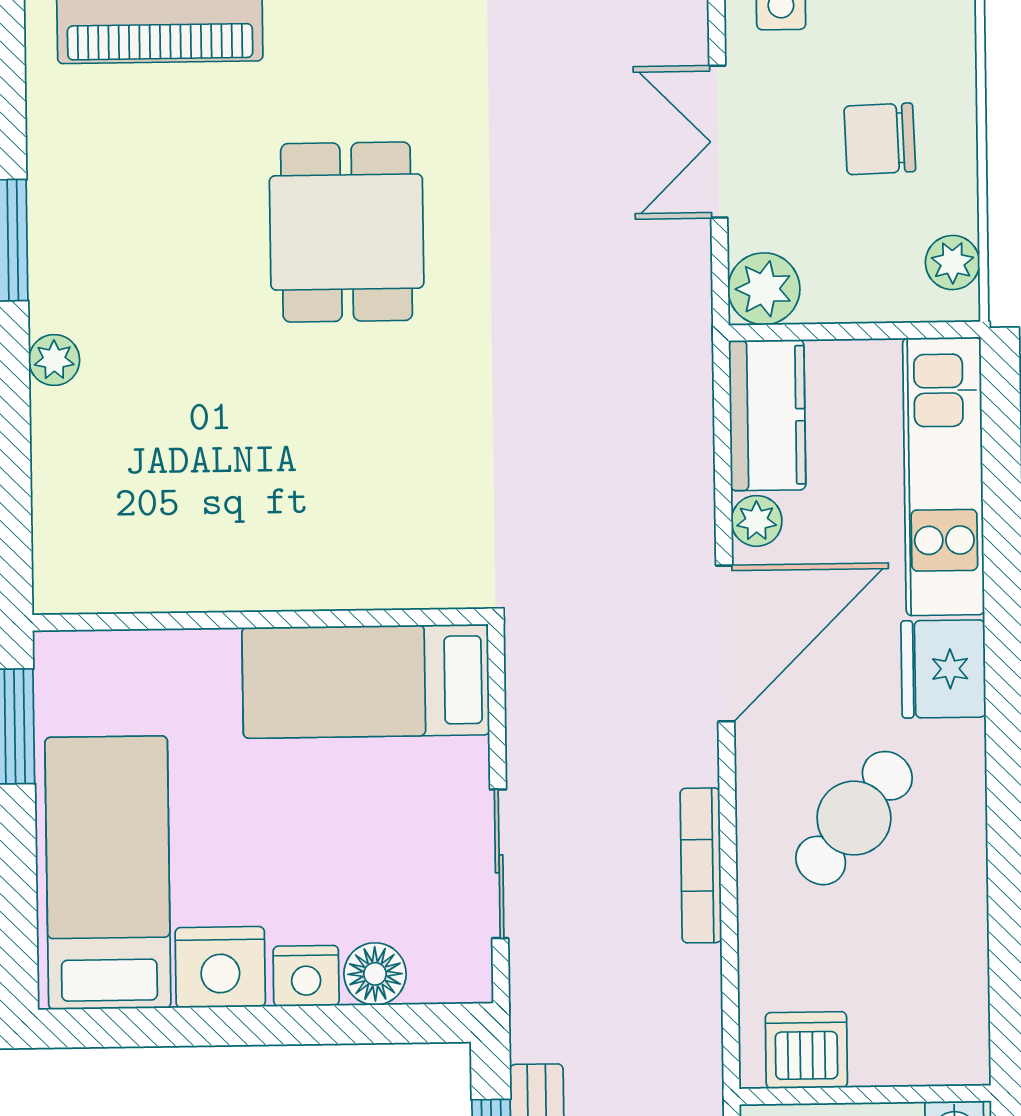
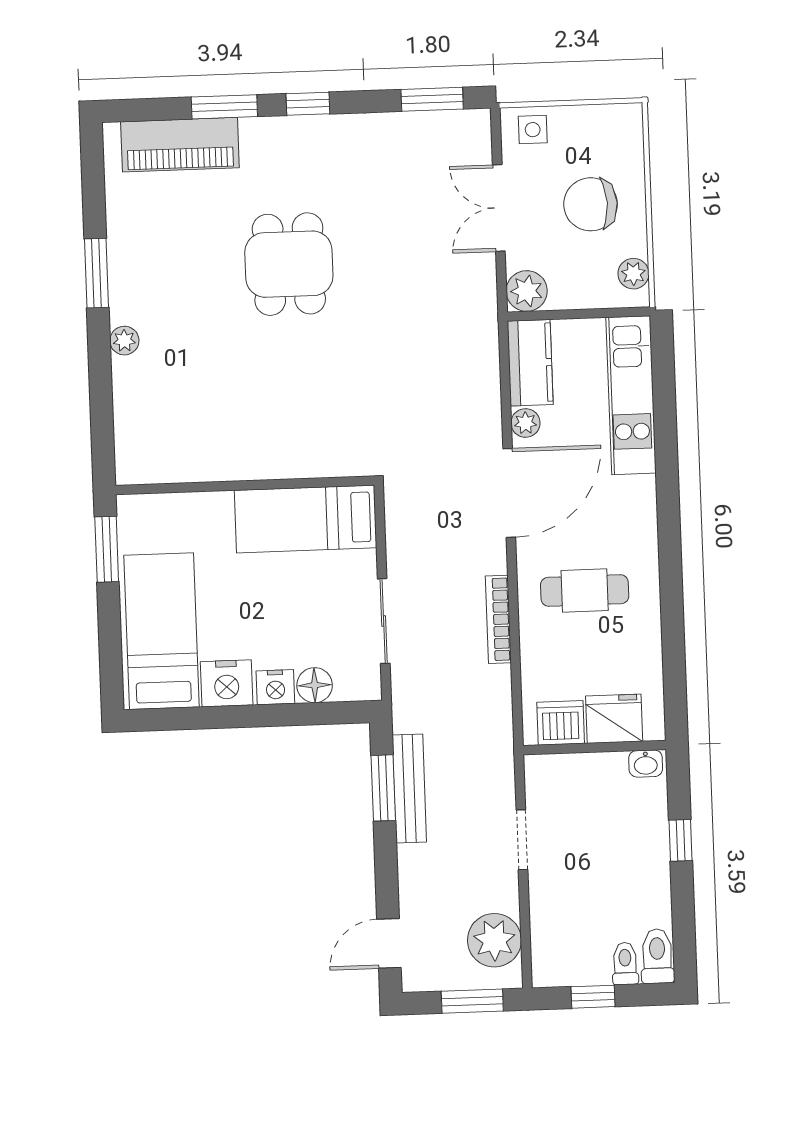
chair: (880, 139) -> (591, 204), width x1.37, depth x1.37
fridge: (943, 669) -> (614, 719), moved, turned 90
cafe table: (854, 818) -> (585, 591), turned 51

